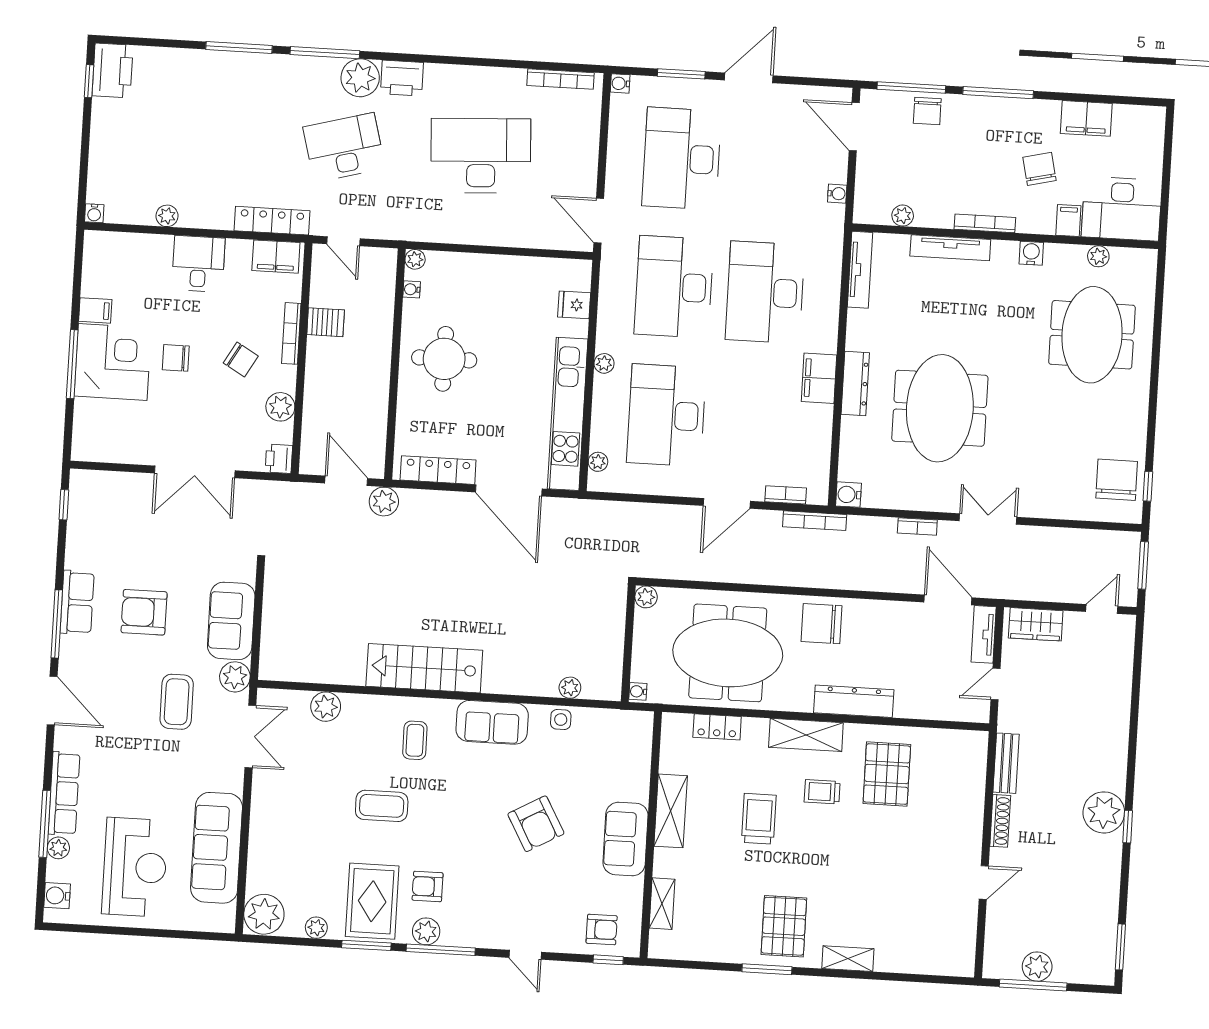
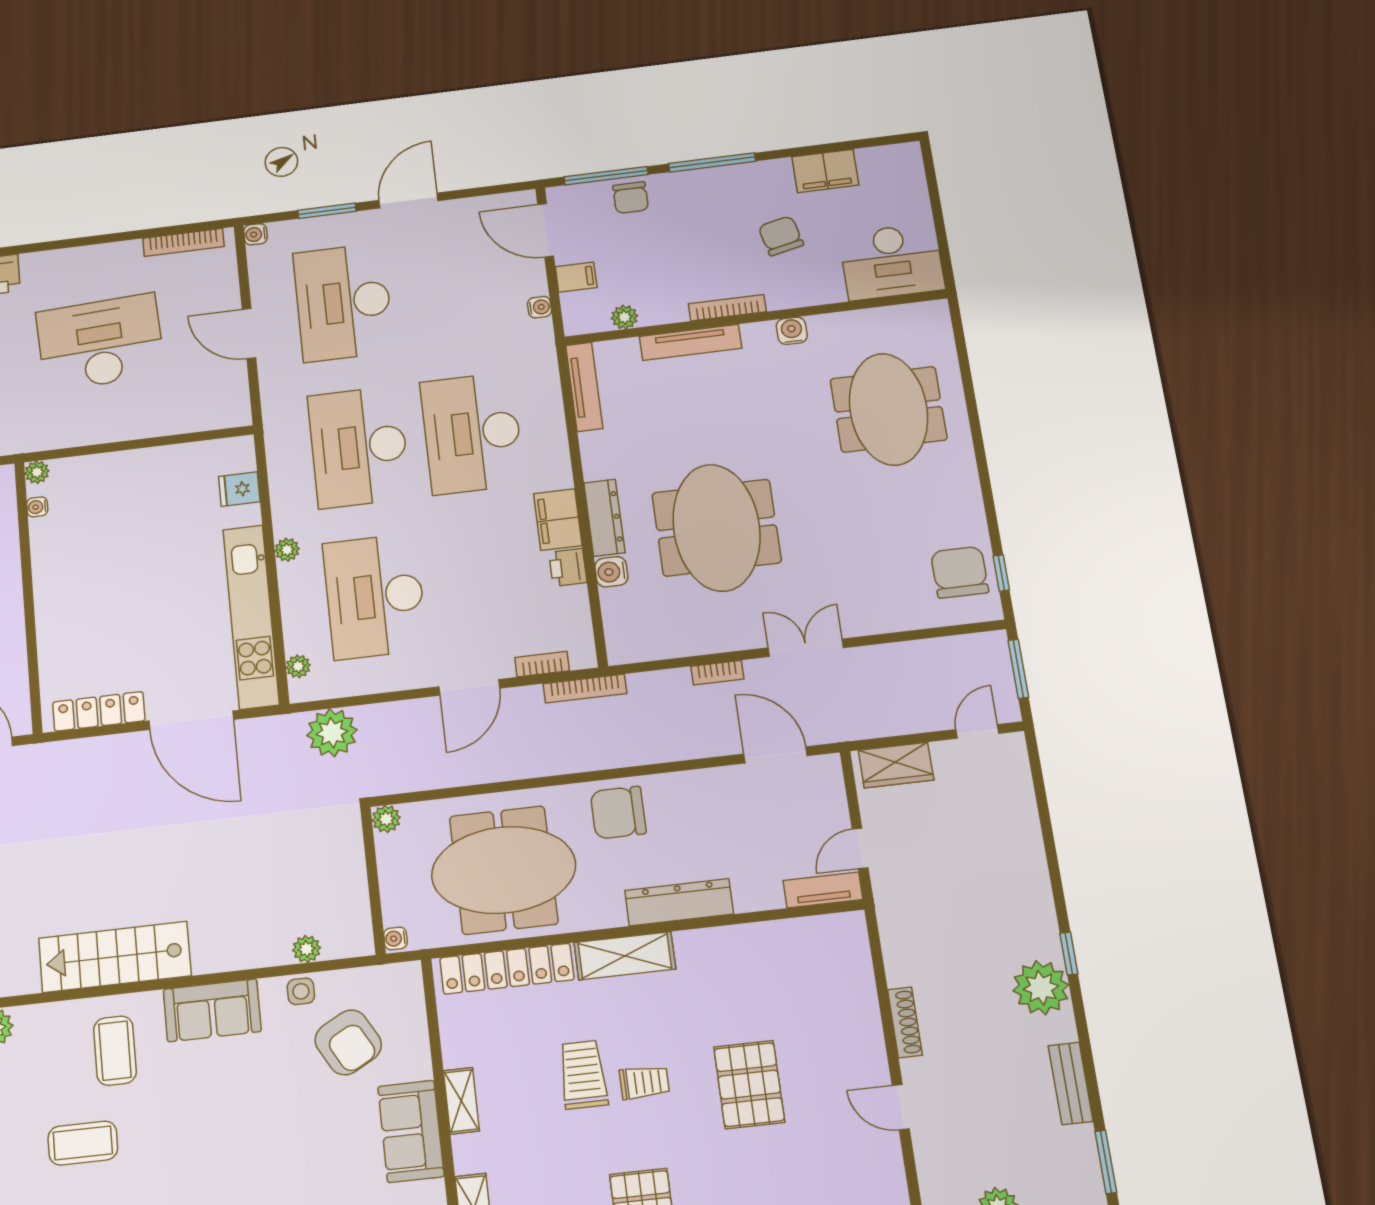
door: (599, 221) -> (249, 334), moved
filing cabinet: (1068, 221) -> (576, 277), moved, turned 90
plant: (1098, 256) -> (876, 319), removed
round table: (444, 359) -> (88, 580), removed
printer: (820, 419) -> (568, 567), added
water cooler: (848, 495) -> (611, 572), moved
plant: (384, 502) -> (332, 733), moved, width x1.36, depth x1.36
tv unit: (984, 634) -> (823, 890), moved, turned 90
locker: (717, 727) -> (507, 969), width x2.16, depth x1.21
coffee table: (415, 740) -> (115, 1051), width x1.36, depth x1.30
bench: (1006, 763) -> (1071, 1083), moved
pallet: (887, 774) -> (749, 1085), moved
trolley: (822, 792) -> (644, 1082), moved, turned 180
shelving: (671, 811) -> (461, 1101), width x0.67, depth x0.75
armchair: (536, 824) -> (348, 1042), moved
window: (1128, 827) -> (1069, 953), moved
door: (984, 883) -> (901, 1107), swing flipped

